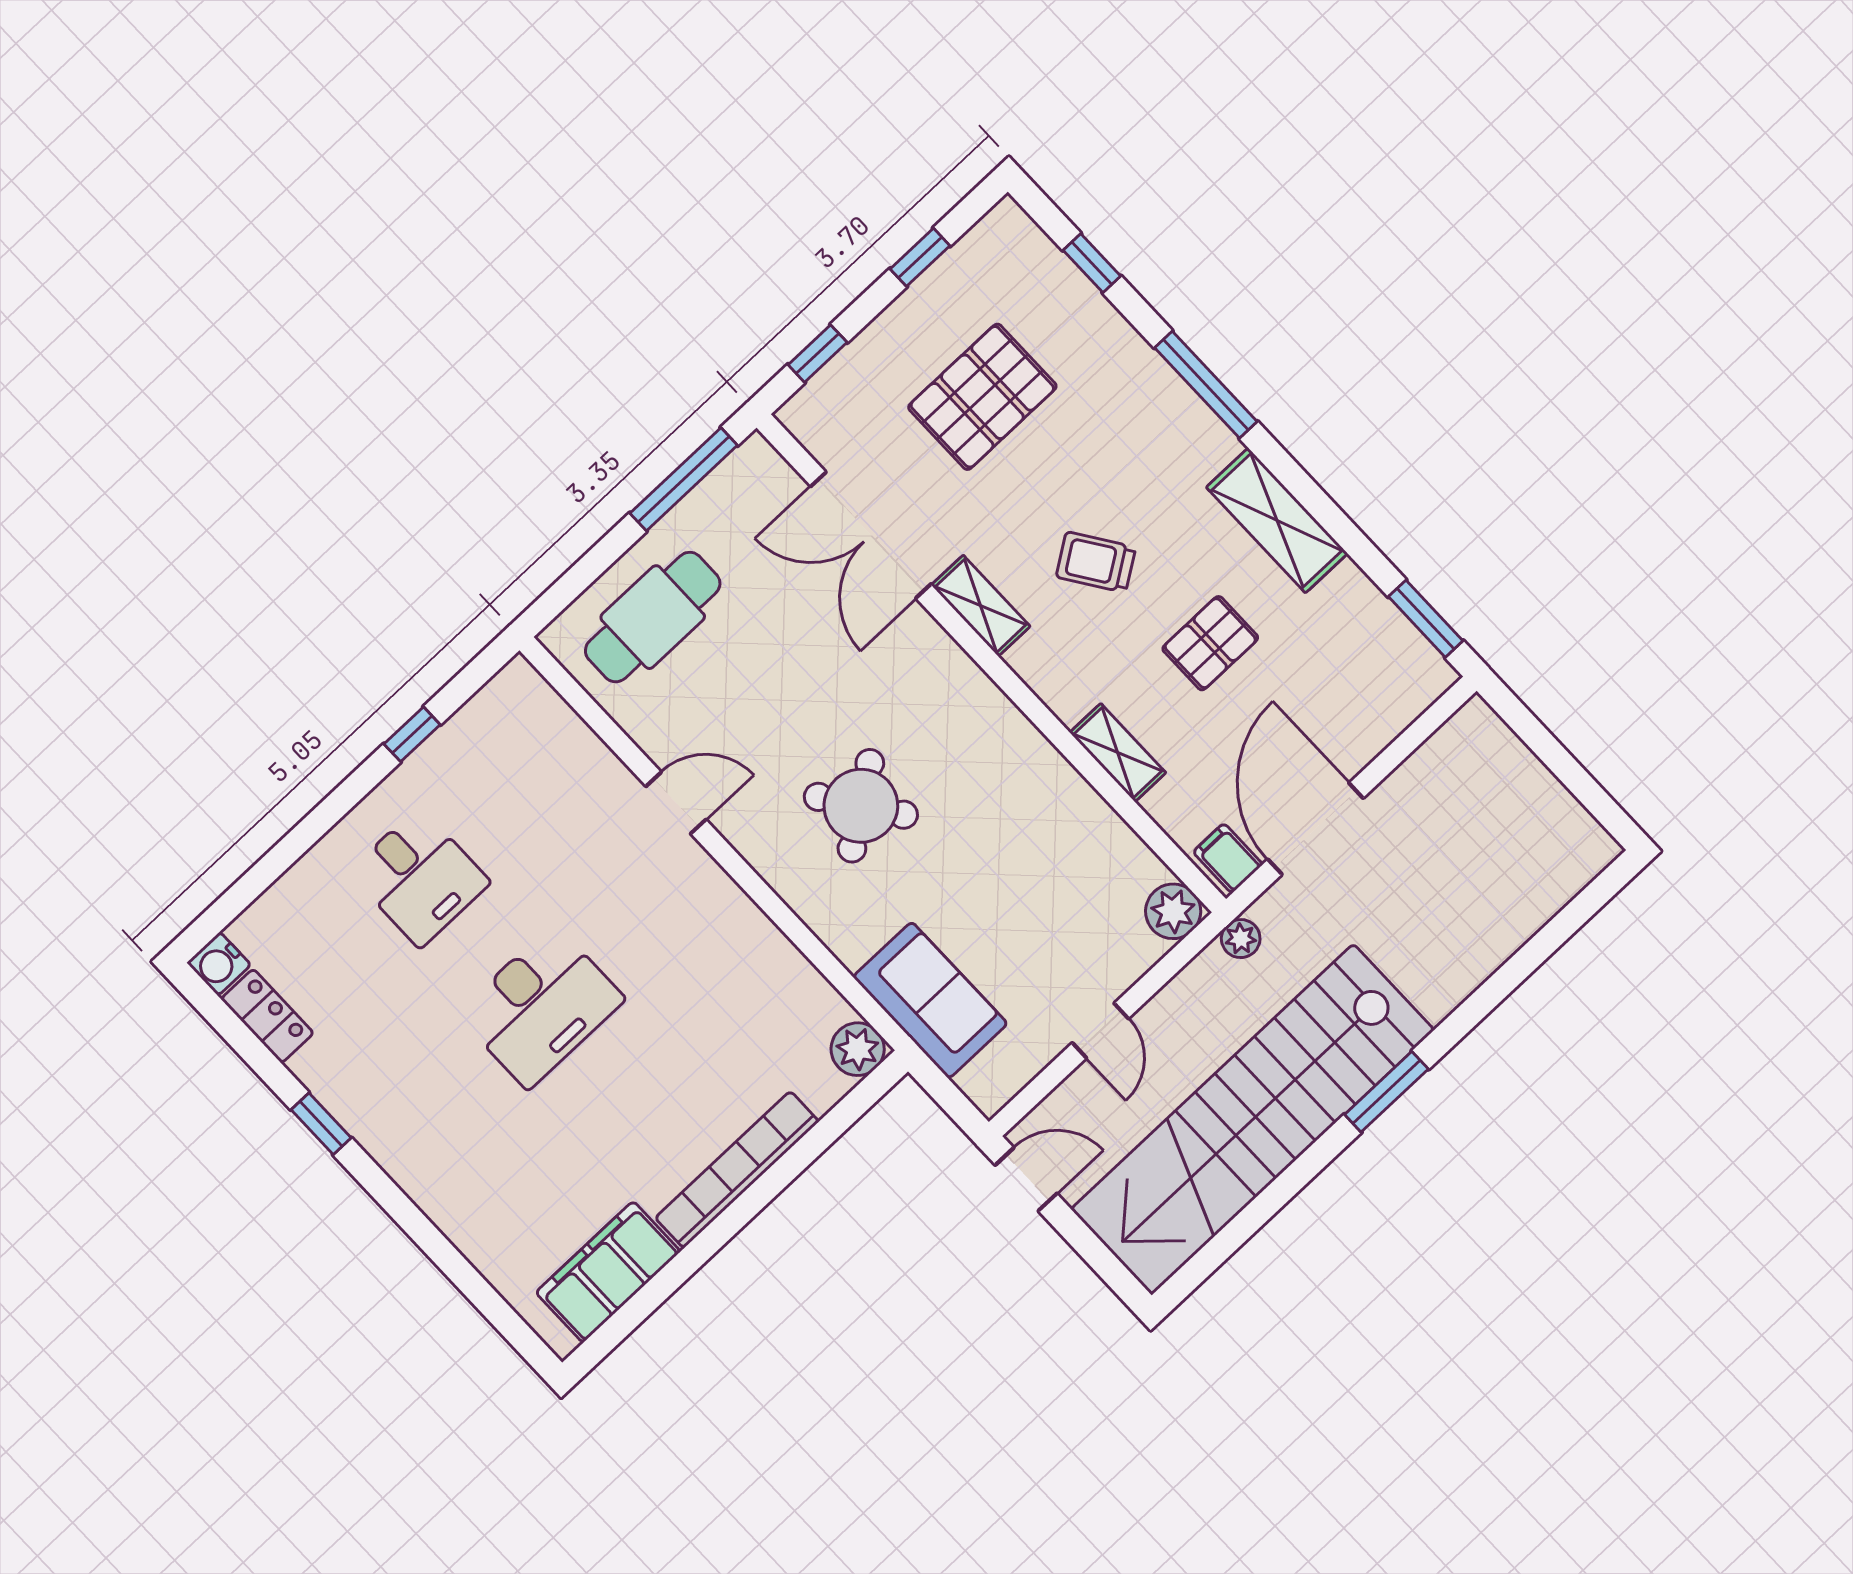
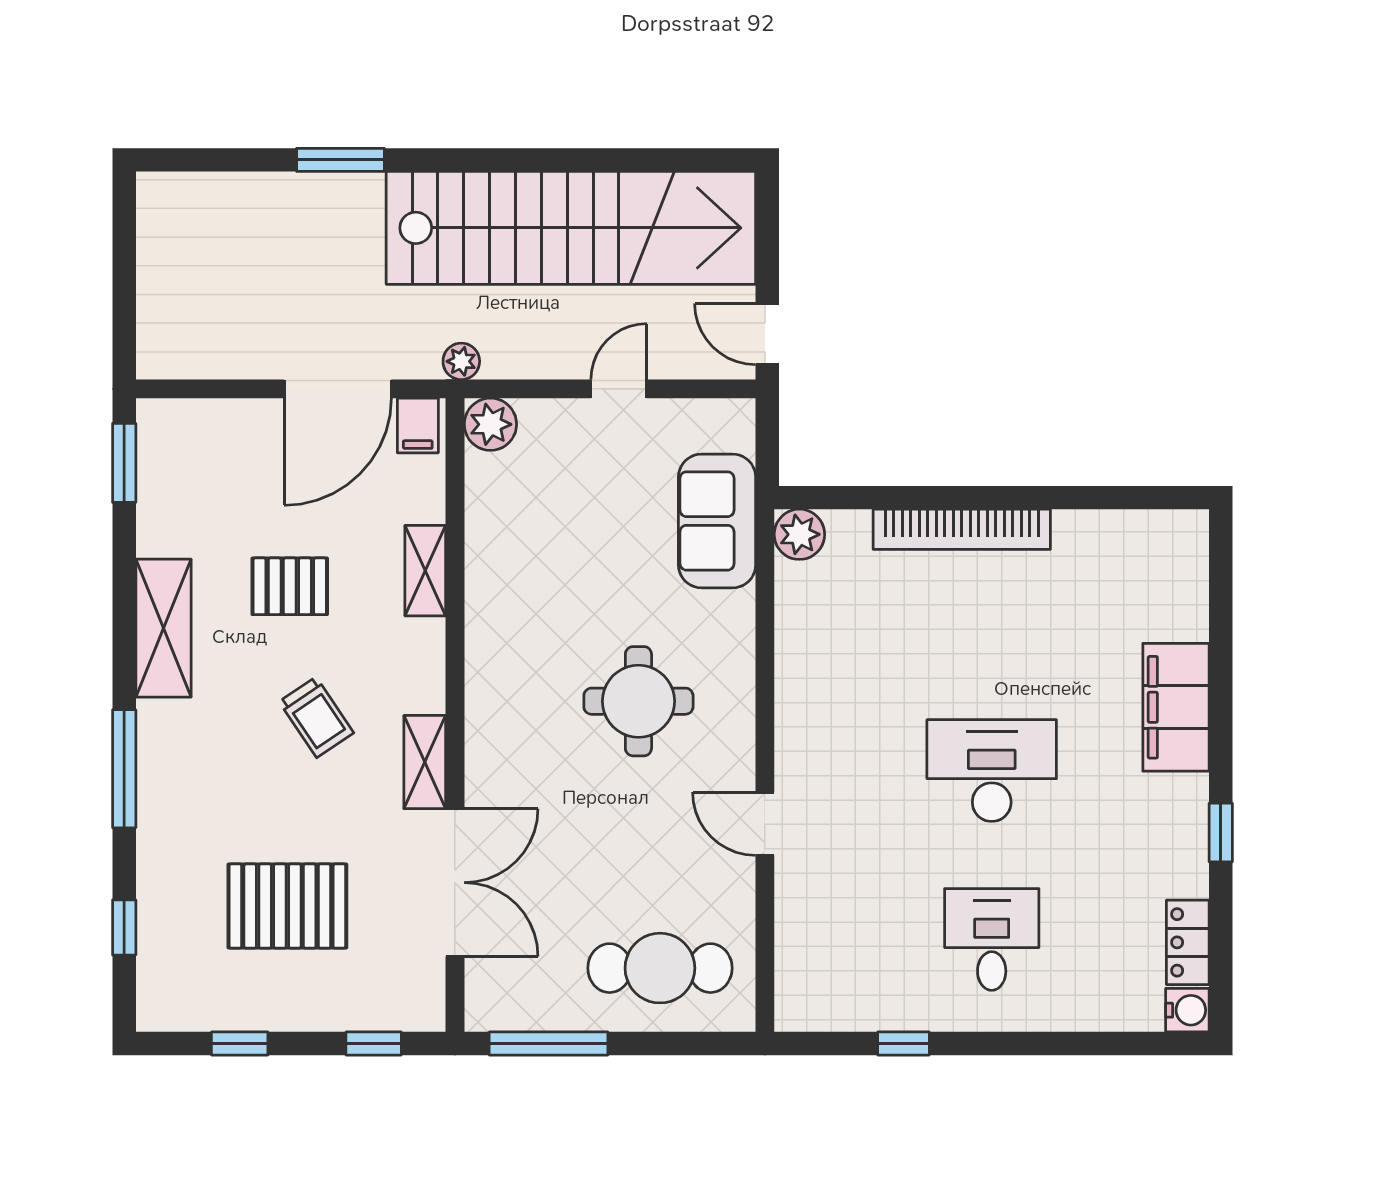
round table: (861, 806) -> (638, 701), turned 35
window: (1386, 1092) -> (340, 160), moved
filing cabinet: (608, 1272) -> (1176, 707), moved, turned 90

